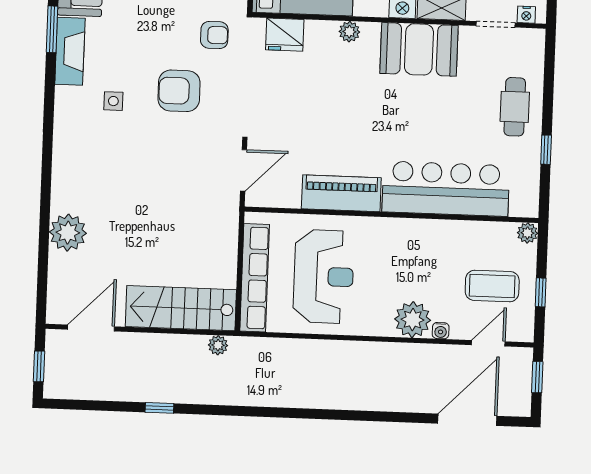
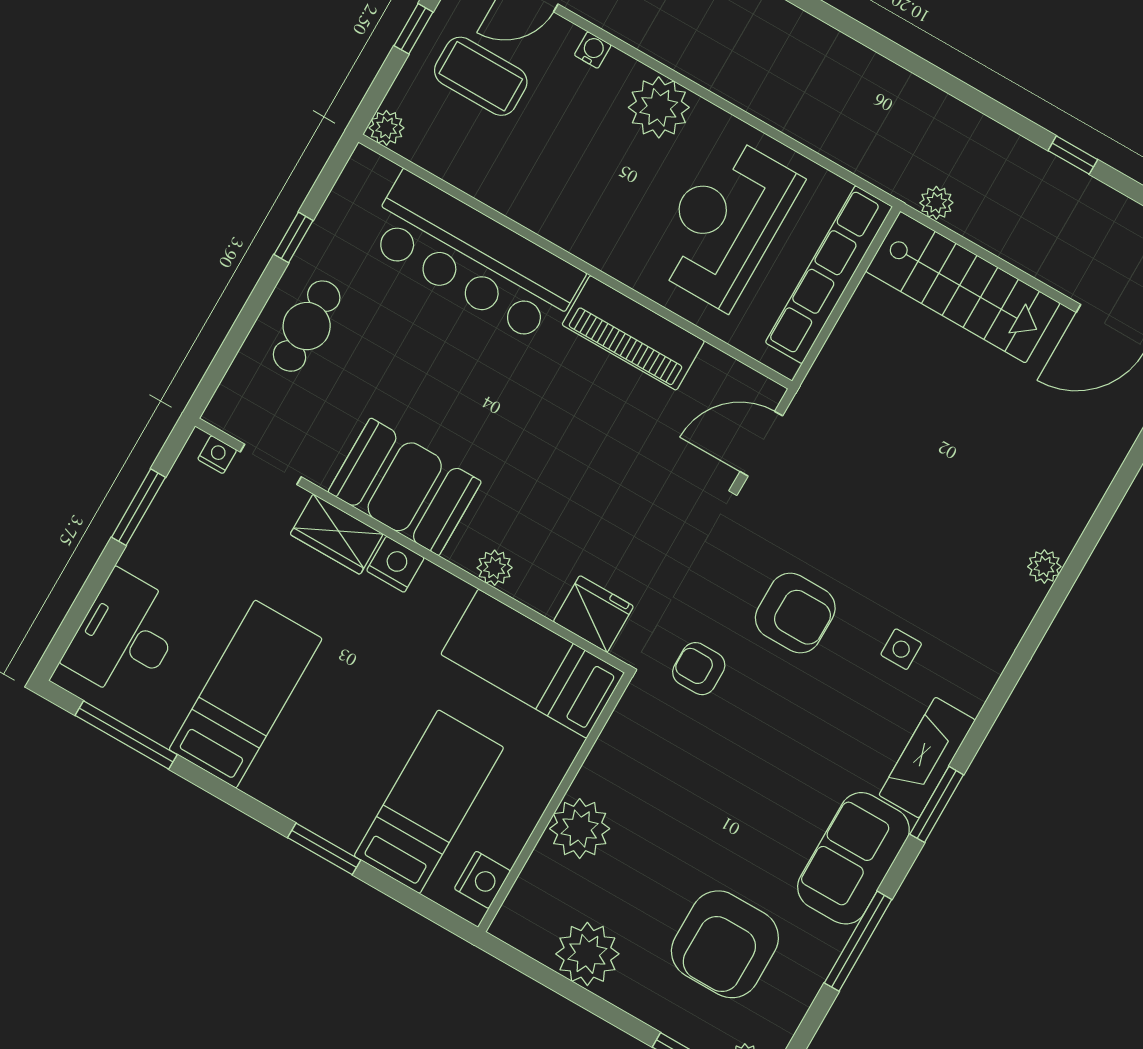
plant: (68, 233) -> (1044, 567), moved, width x0.53, depth x0.53
plant: (413, 320) -> (659, 107), moved

